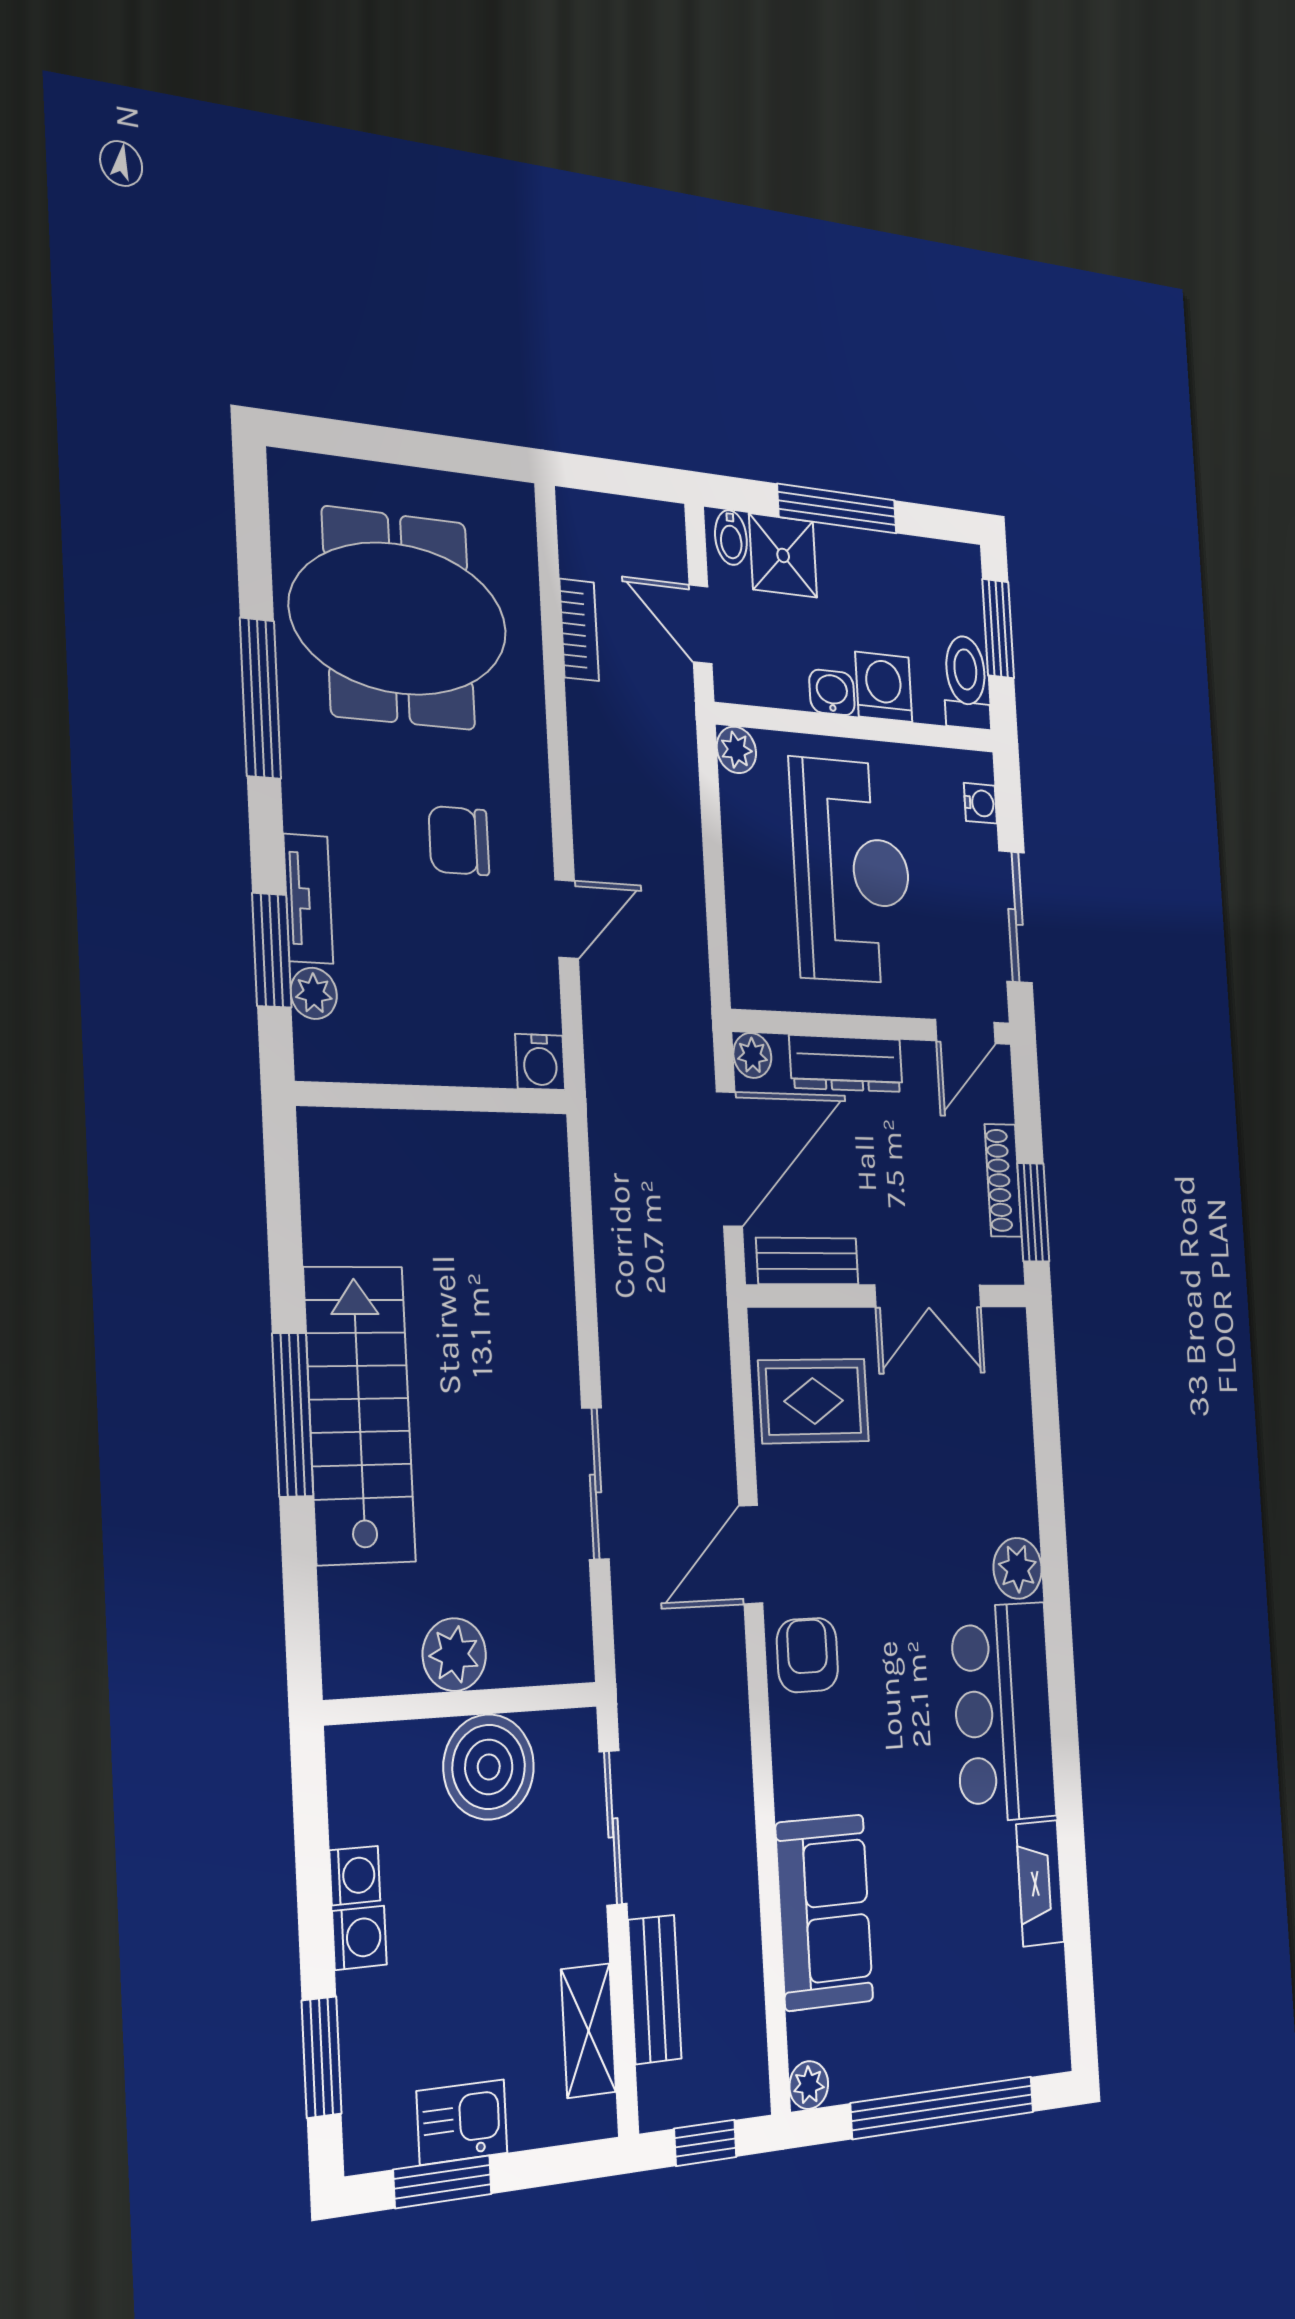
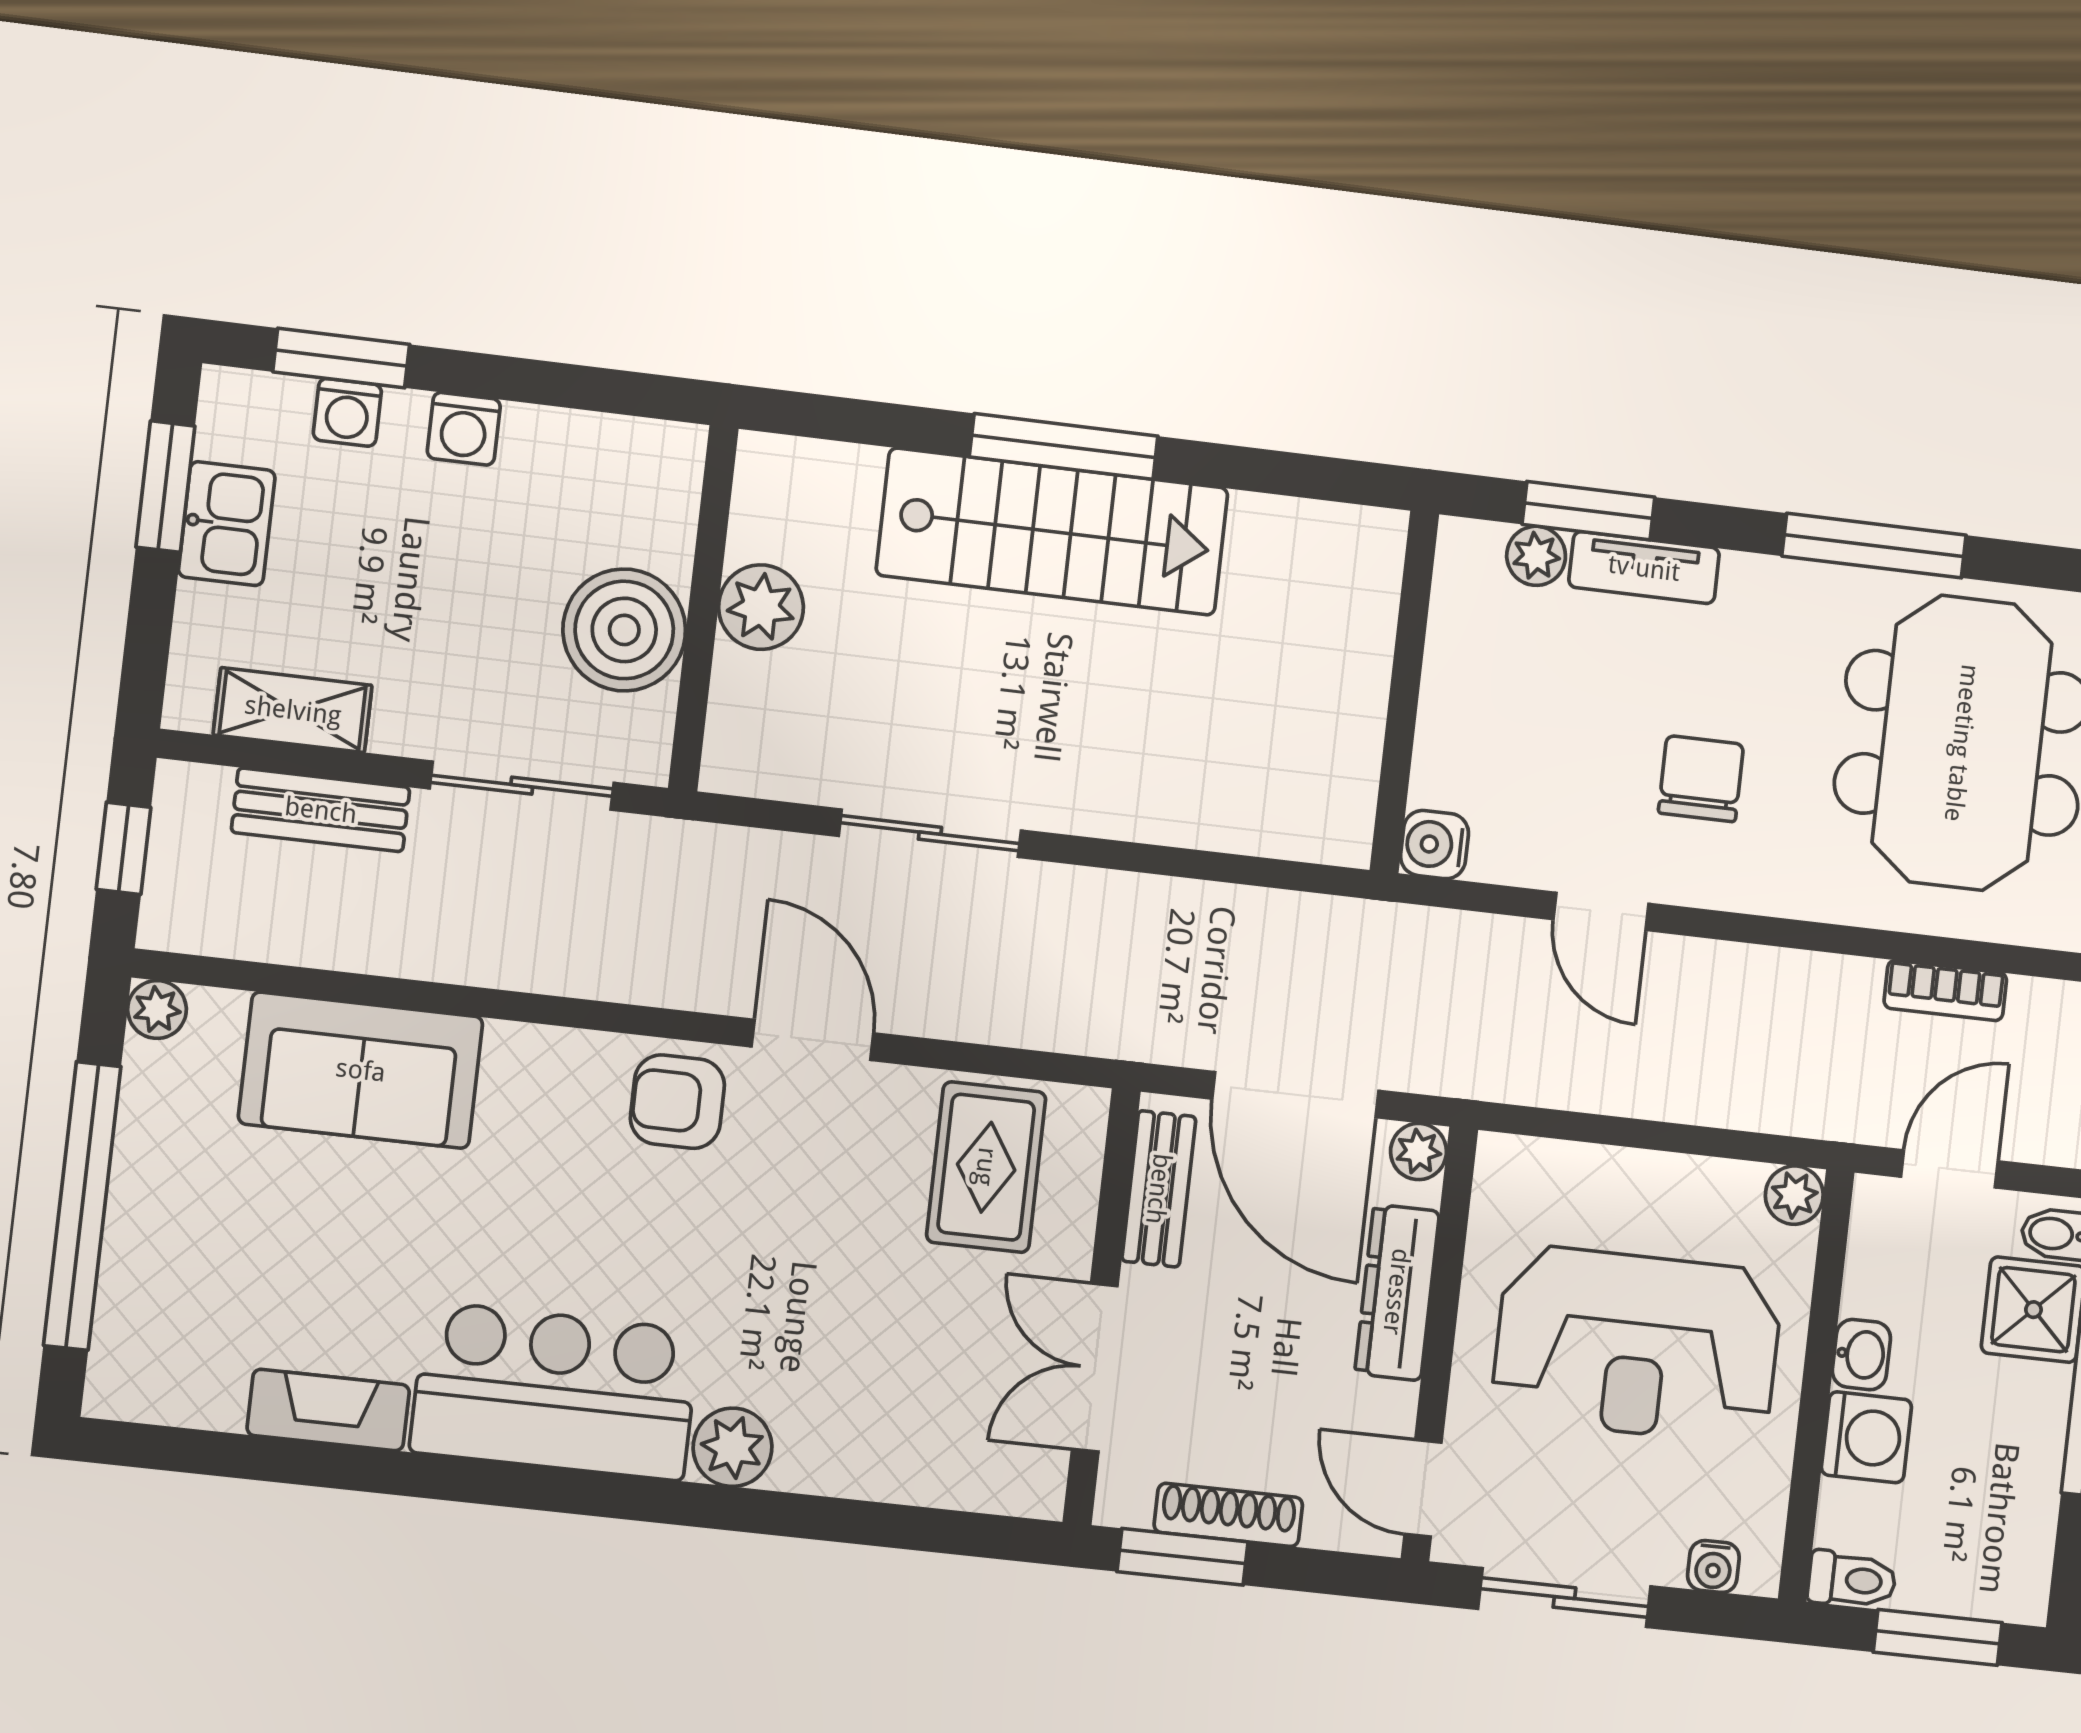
toilet: (966, 682) -> (1852, 1580), width x0.73, depth x0.72
armchair: (807, 1655) -> (677, 1102), turned 180
washing machine: (355, 1876) -> (347, 412), moved

